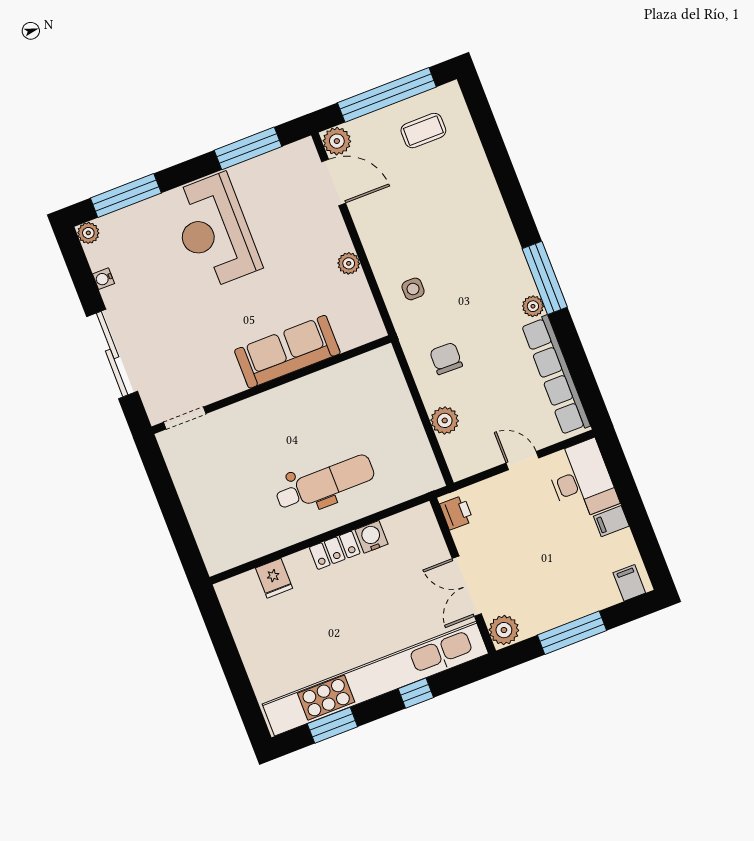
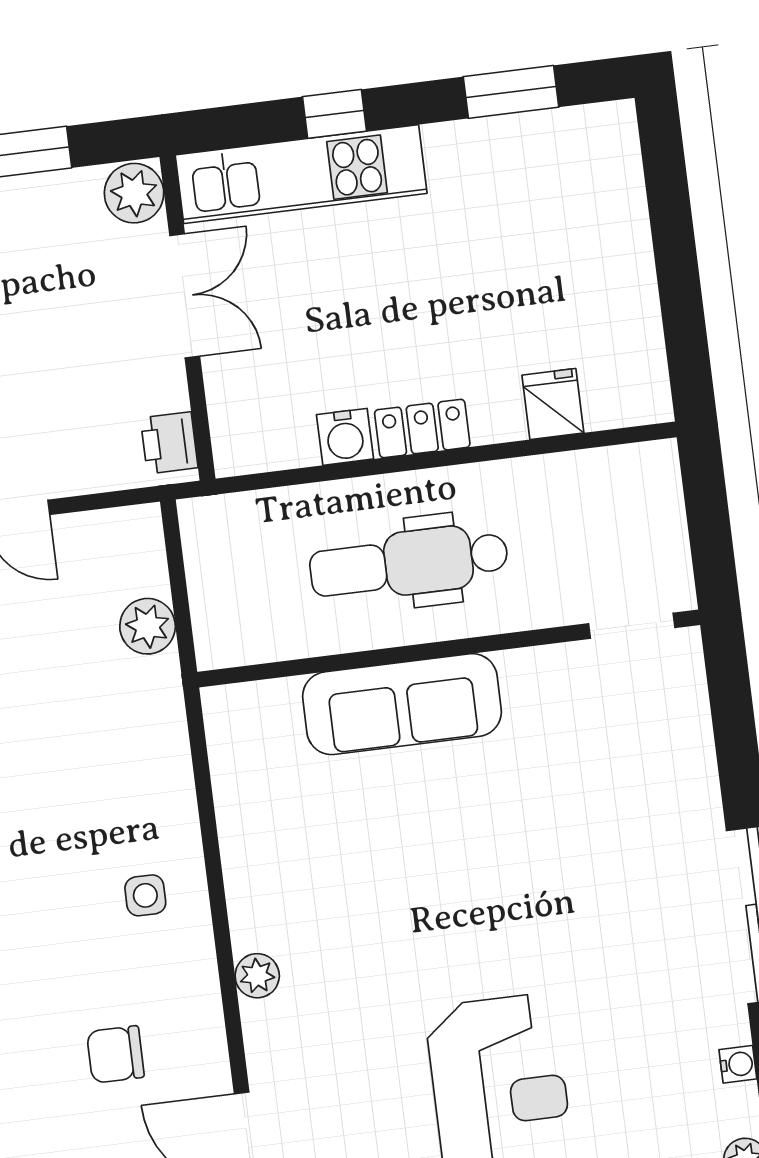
sofa: (287, 352) -> (402, 704), moved
chair: (446, 358) -> (115, 1054), moved, turned 89
wall: (271, 385) -> (449, 648), moved
doorway: (185, 418) -> (632, 626), moved
kitchen unit: (375, 679) -> (301, 174), width x0.54

